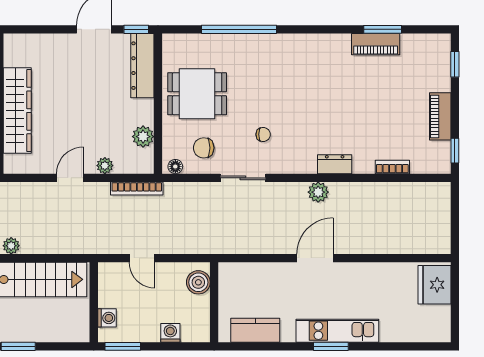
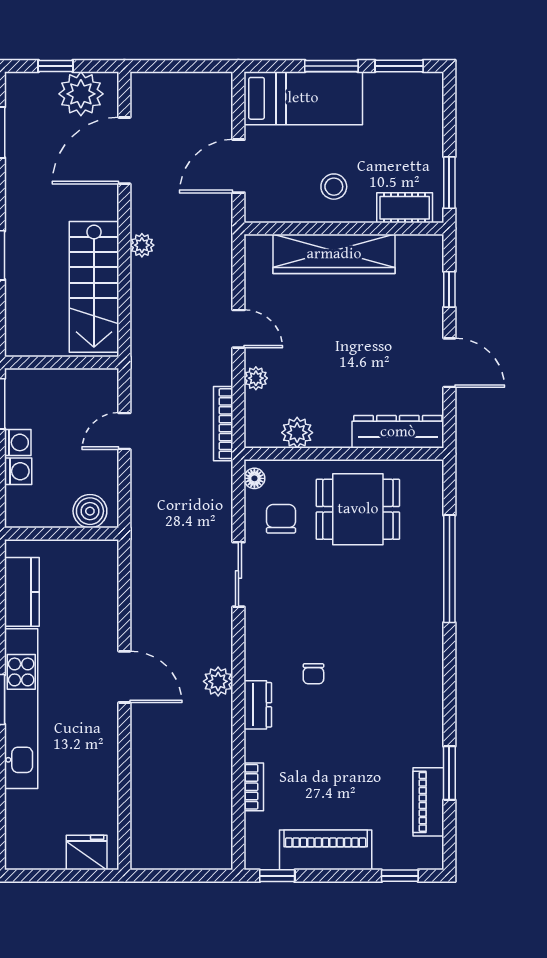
window: (136, 29) -> (449, 289), moved
piano: (376, 44) -> (428, 802), moved
dining table: (197, 94) -> (358, 509), turned 90
piano: (440, 116) -> (326, 850), width x1.37, depth x1.33
chair: (263, 134) -> (313, 674), moved
fridge: (435, 285) -> (87, 853), width x0.73, depth x0.75
washing machine: (107, 318) -> (18, 442), moved, turned -90
kitchen unit: (337, 331) -> (21, 709), width x1.36

